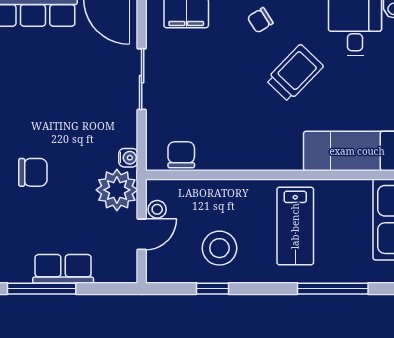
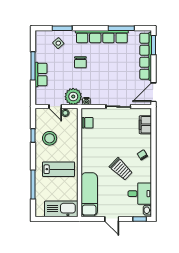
lab bench: (295, 226) -> (59, 169), turned 180

